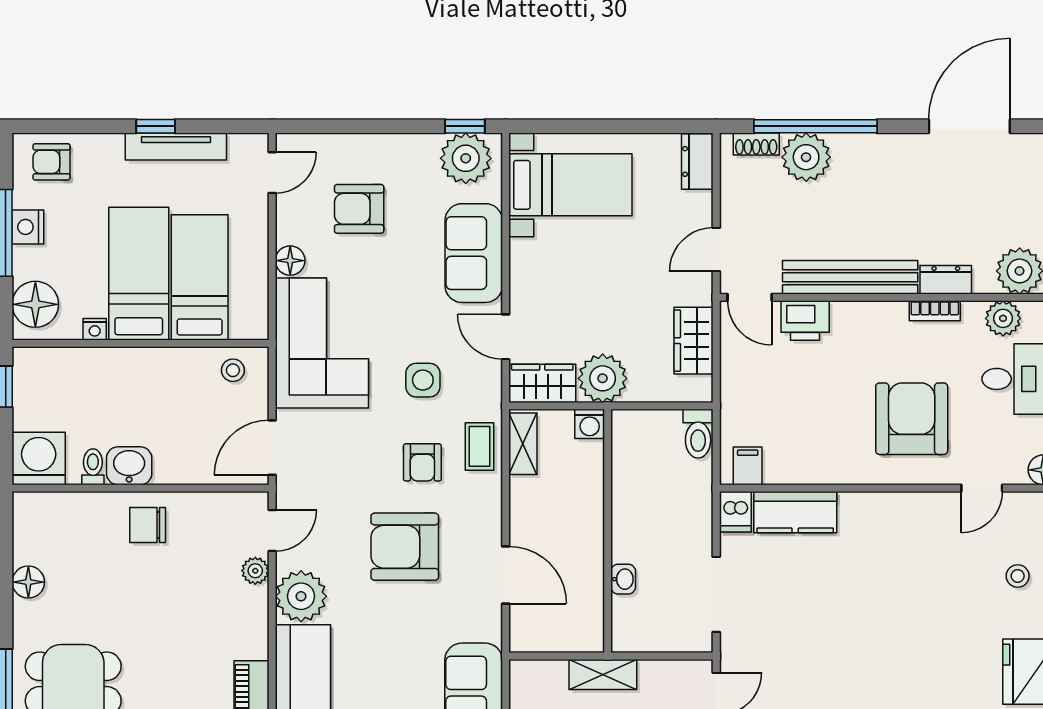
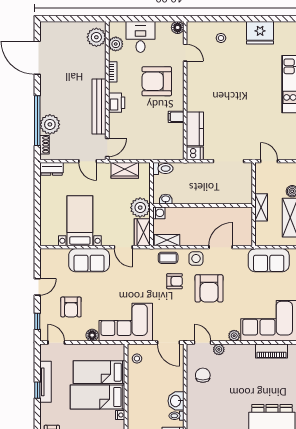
door: (408, 126) -> (37, 287), added
window: (465, 126) -> (37, 321), moved
plant: (466, 158) -> (50, 263), removed
bed with nightstands: (570, 185) -> (80, 221), moved
dresser: (946, 280) -> (100, 67), removed
printer: (805, 320) -> (117, 103), moved
door: (506, 337) -> (123, 247), hinge flipped
side table: (423, 380) -> (196, 259), moved
filing cabinet: (748, 466) -> (176, 117), moved
chair: (148, 525) -> (203, 375), moved, turned 180
washbasin: (623, 579) -> (166, 199), moved
plant: (301, 596) -> (234, 336), width x0.53, depth x0.53

